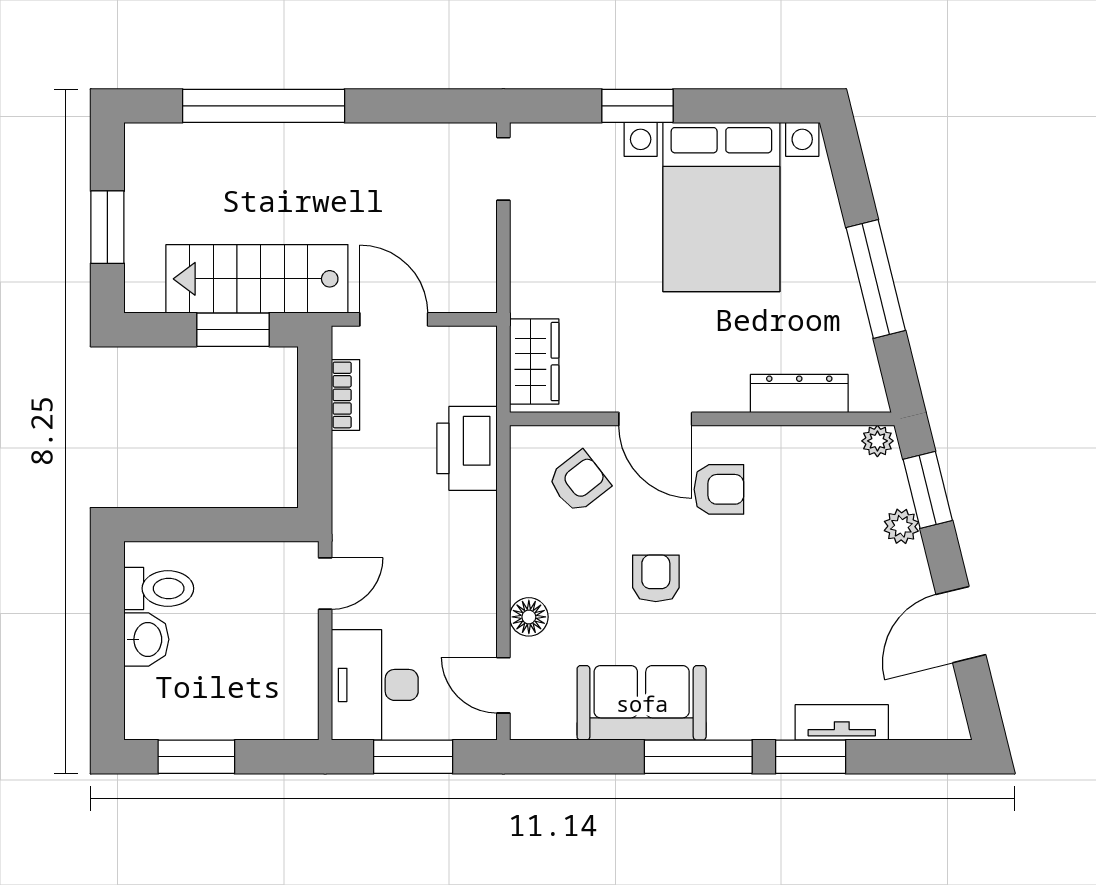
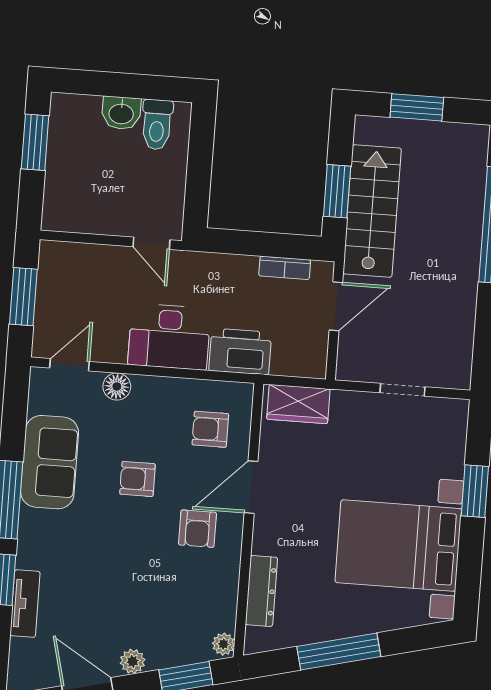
doorway: (503, 169) -> (403, 390), moved
armchair: (579, 482) -> (210, 429), turned 128
plant: (901, 526) -> (133, 661), moved
armchair: (656, 578) -> (137, 479), turned 180
desk: (375, 685) -> (169, 337), moved, turned 180

